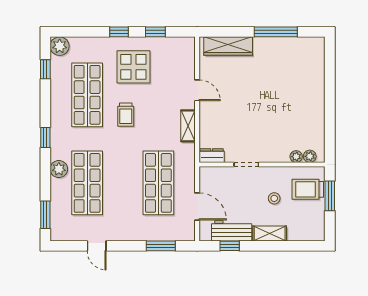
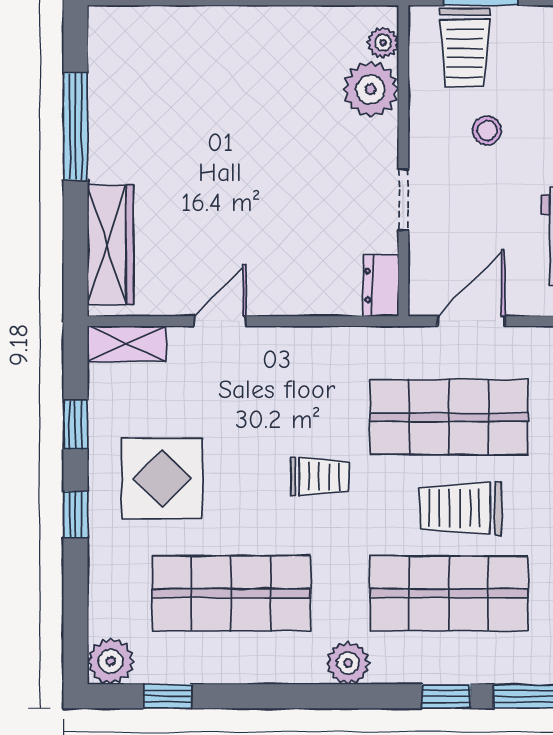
trolley: (126, 115) -> (320, 477), moved
shelving: (188, 126) -> (127, 344), moved
window: (45, 137) -> (446, 696), moved
plant: (296, 157) -> (371, 89), width x1.88, depth x1.88
plant: (59, 169) -> (348, 663), moved
trolley: (121, 188) -> (460, 508), added
door: (197, 207) -> (471, 321), moved

